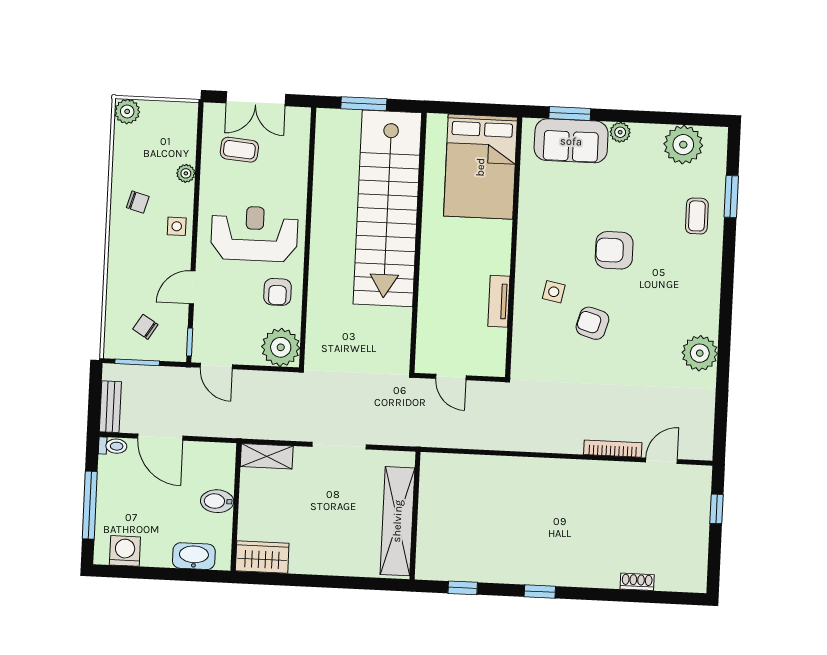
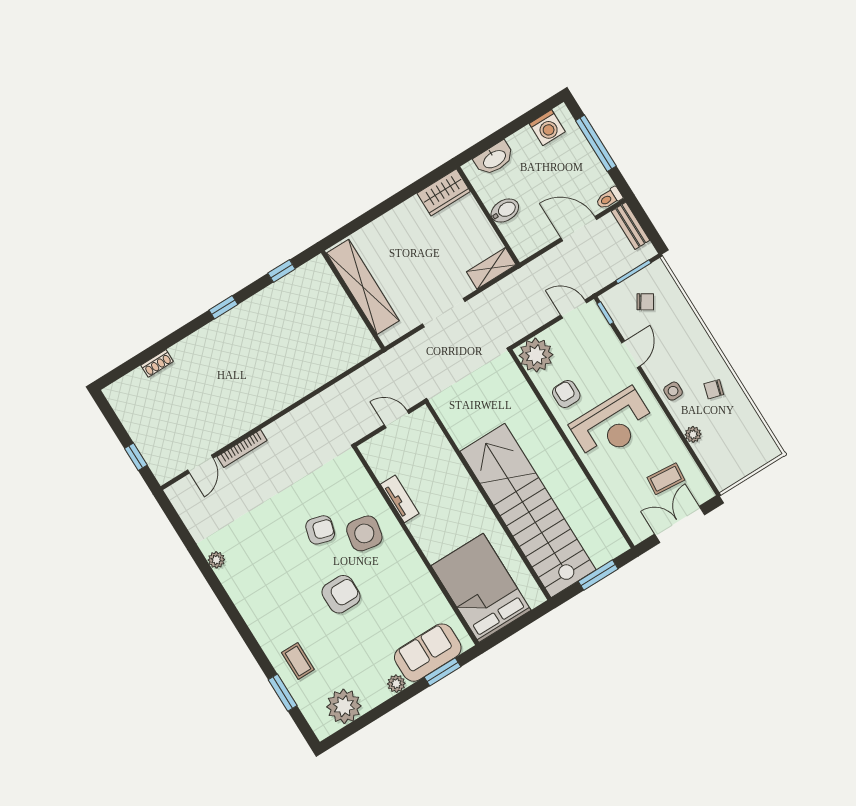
plant: (127, 111) -> (767, 450), removed
side table: (554, 292) -> (364, 533), width x1.87, depth x1.87
plant: (700, 353) -> (216, 560), width x0.53, depth x0.53

